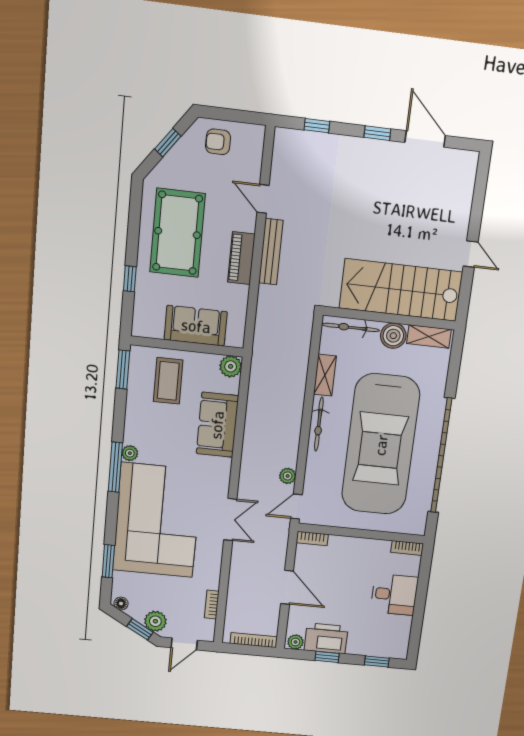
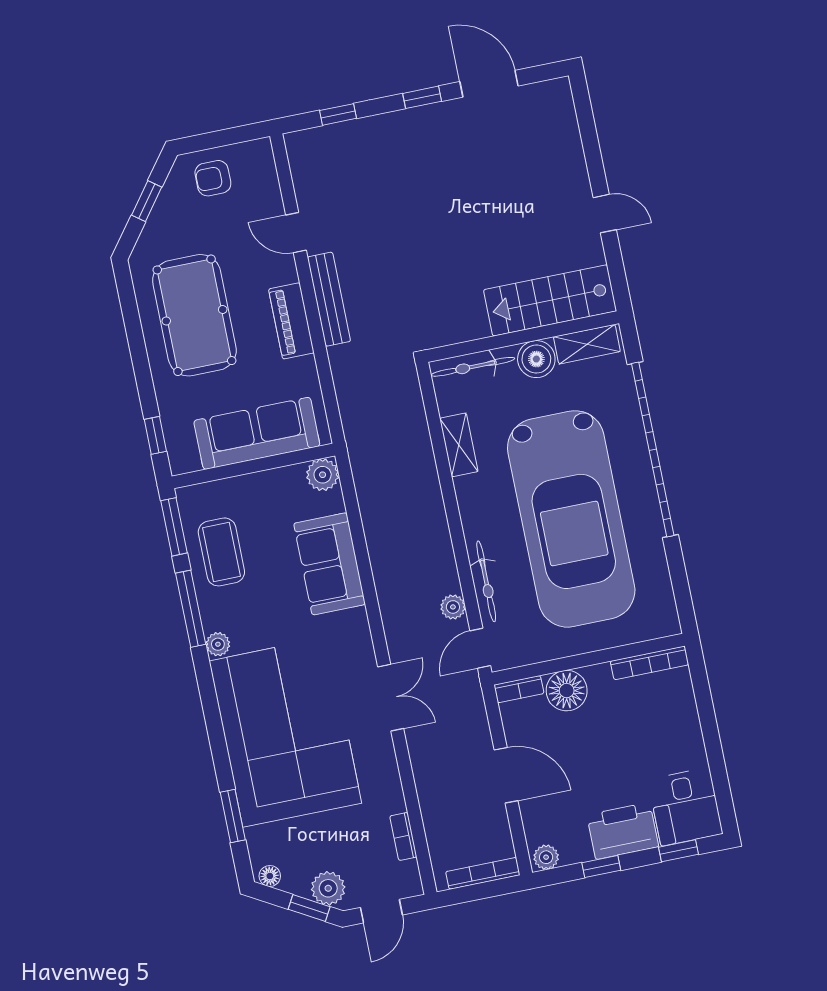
window: (130, 279) -> (155, 435), moved
stairs: (401, 290) -> (550, 300), width x0.73, depth x0.66
sofa: (196, 326) -> (257, 433), width x1.36
coffee table: (168, 381) -> (221, 552), moved
bicycle: (319, 424) -> (486, 581), moved
garage door: (441, 456) -> (653, 450), moved
window: (115, 467) -> (191, 609), moved
floor lamp: (342, 548) -> (567, 691), added
bookcase: (407, 548) -> (650, 663), width x1.56
desk: (394, 594) -> (685, 807), moved, turned 90
printer: (326, 638) -> (623, 831), moved

